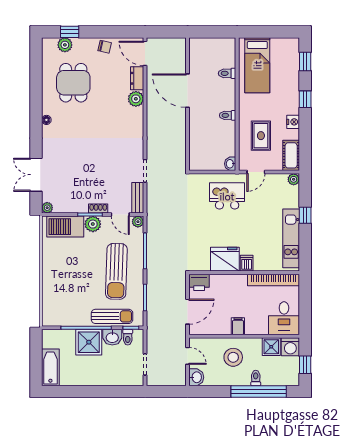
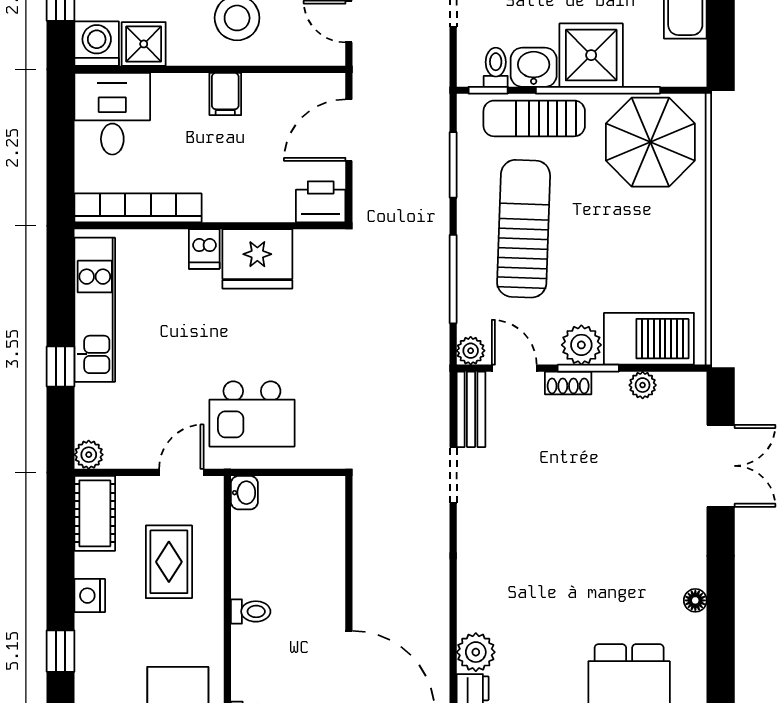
plant: (47, 208) -> (643, 385), moved
parasol: (65, 307) -> (650, 142), added

